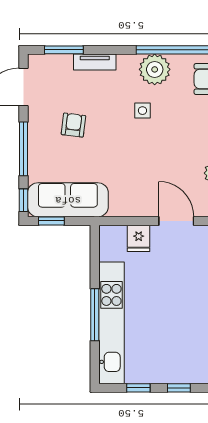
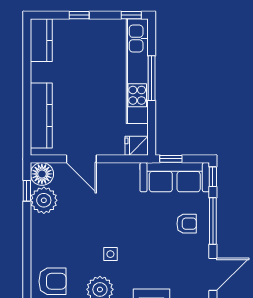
armchair: (73, 125) -> (187, 224), moved, turned -97
window: (51, 221) -> (171, 159), moved
fridge: (139, 238) -> (137, 146), moved, turned -90
window: (138, 388) -> (131, 15), moved

